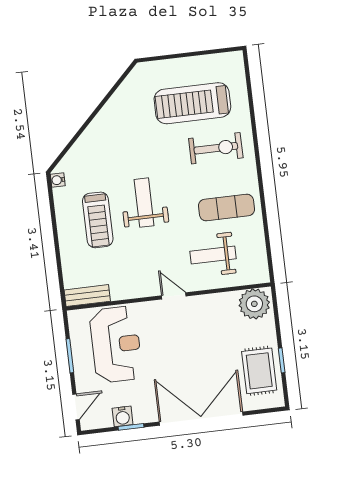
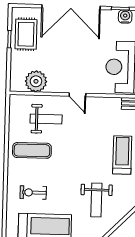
exercise bike: (216, 148) -> (33, 193), width x0.73, depth x0.72
weight bench: (144, 203) -> (96, 200), moved
plant: (254, 304) -> (36, 81), moved

